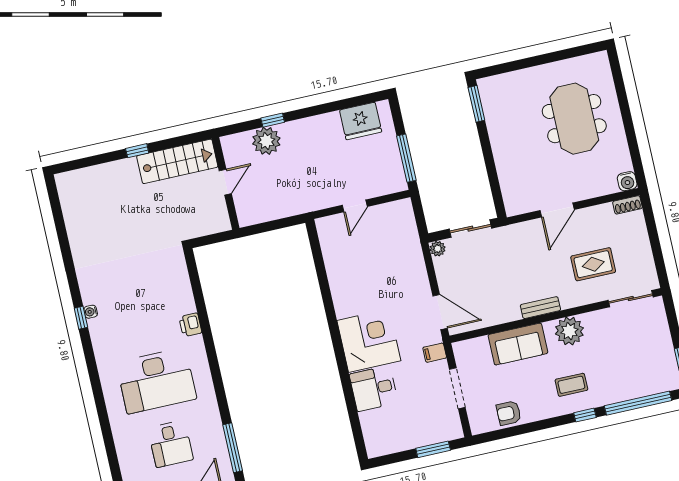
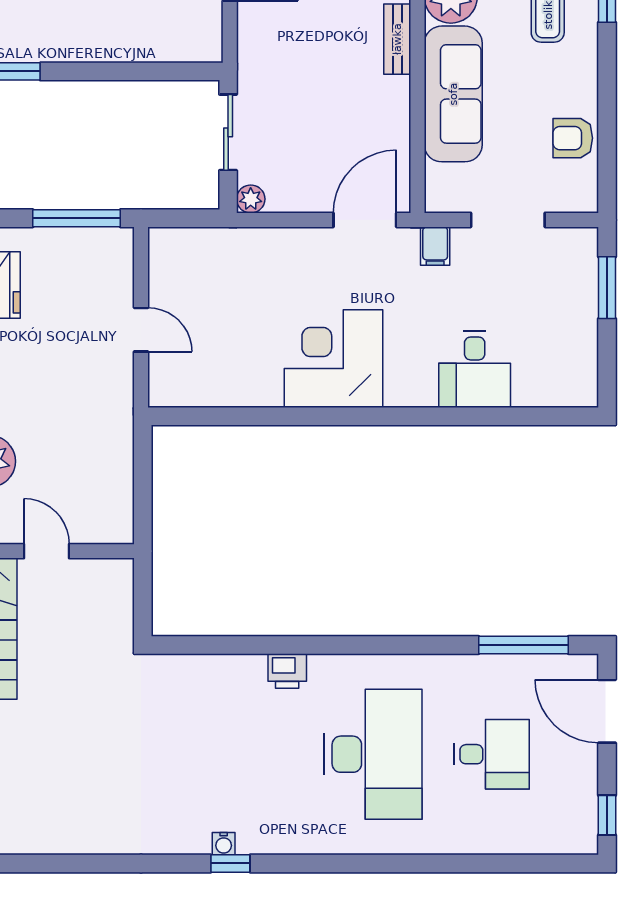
corner desk: (369, 341) -> (333, 359), moved
sofa: (518, 344) -> (453, 94), width x1.36
armchair: (509, 413) -> (573, 138), turned 90

